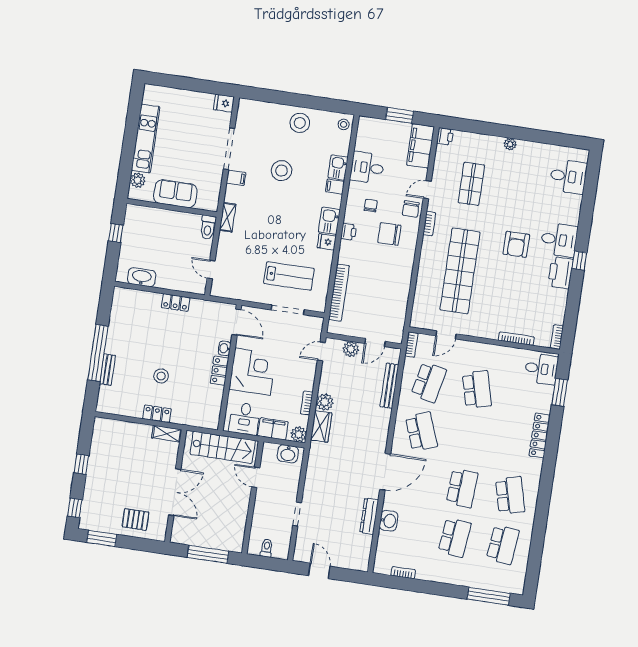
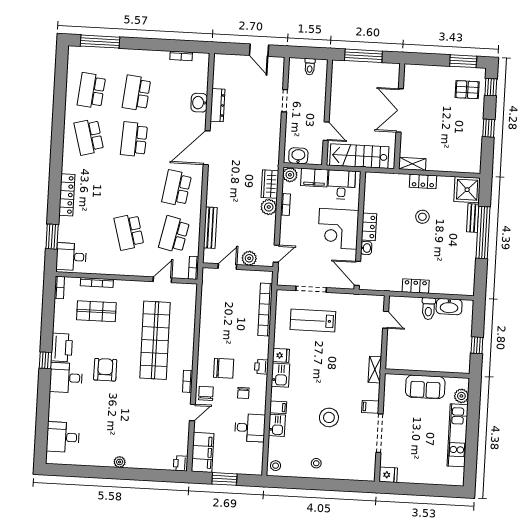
stool: (300, 123) -> (316, 463), width x0.53, depth x0.53
shop shelf: (471, 184) -> (96, 311), moved, turned 90
toilet: (208, 227) -> (428, 309), moved, turned 180
shower: (111, 400) -> (467, 190), added
school desk: (421, 432) -> (177, 188), turned 30
pallet: (135, 519) -> (467, 90), moved

